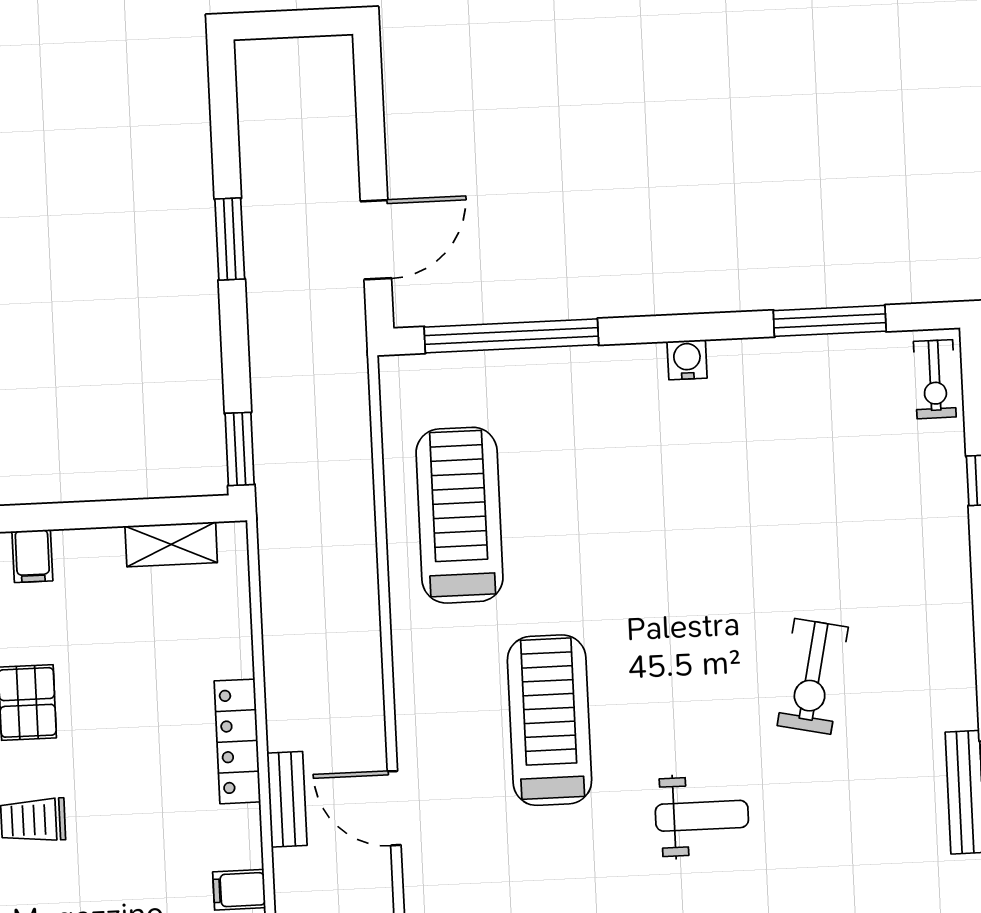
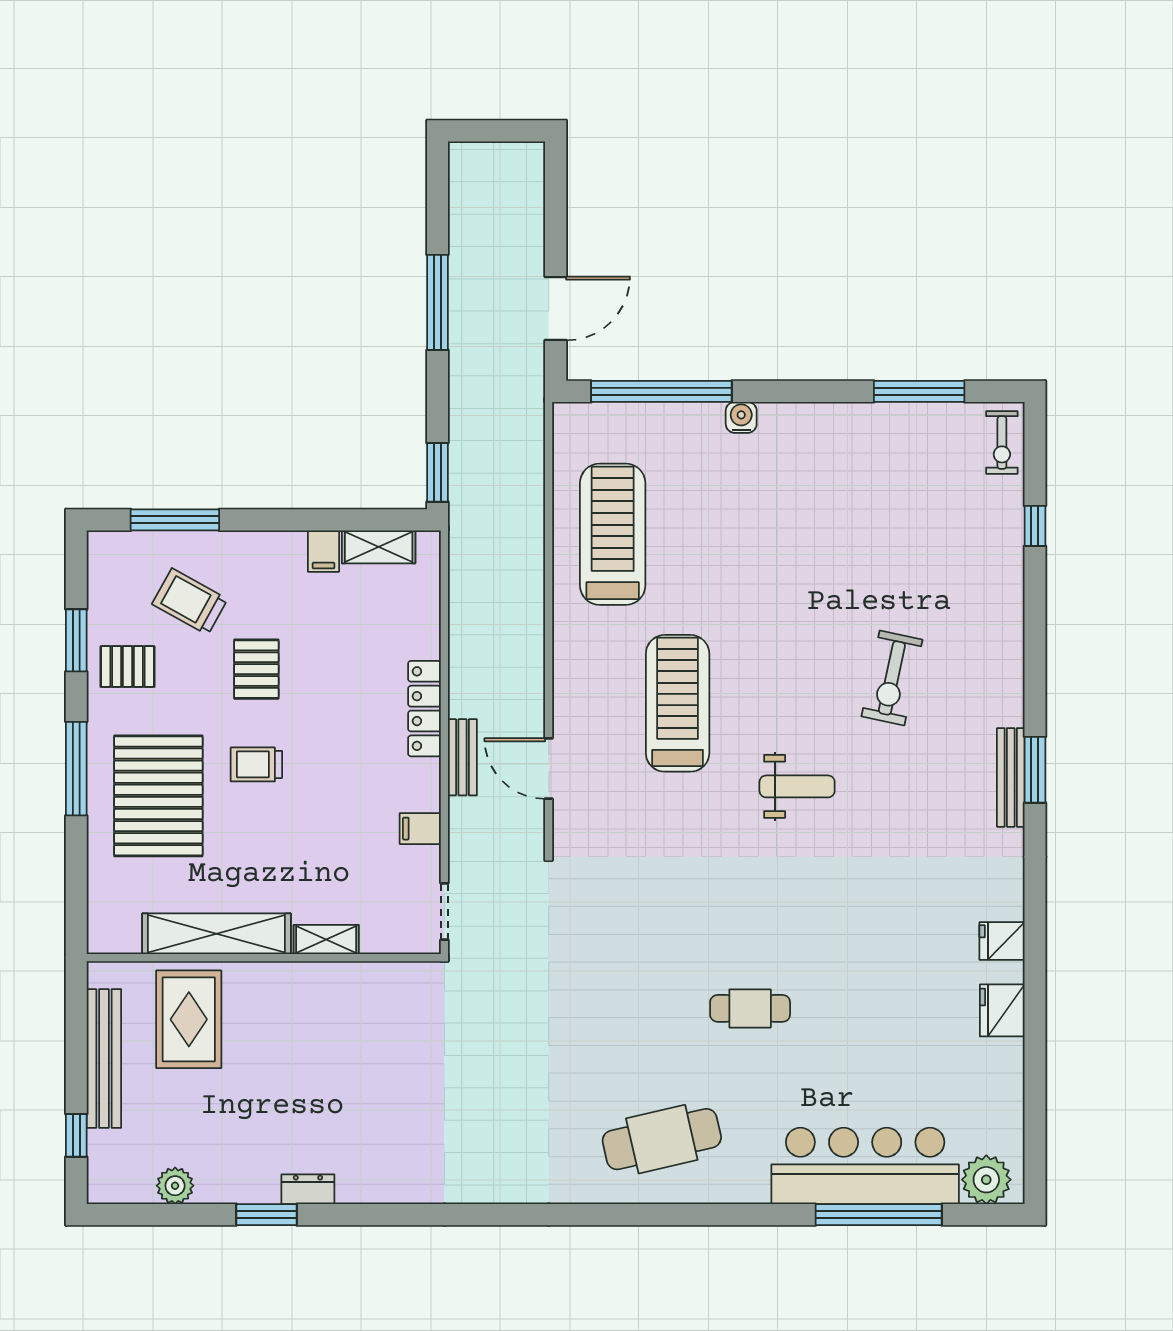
window: (230, 239) -> (438, 302), width x1.44
water cooler: (687, 360) -> (741, 417), moved
filing cabinet: (32, 556) -> (324, 551), moved

